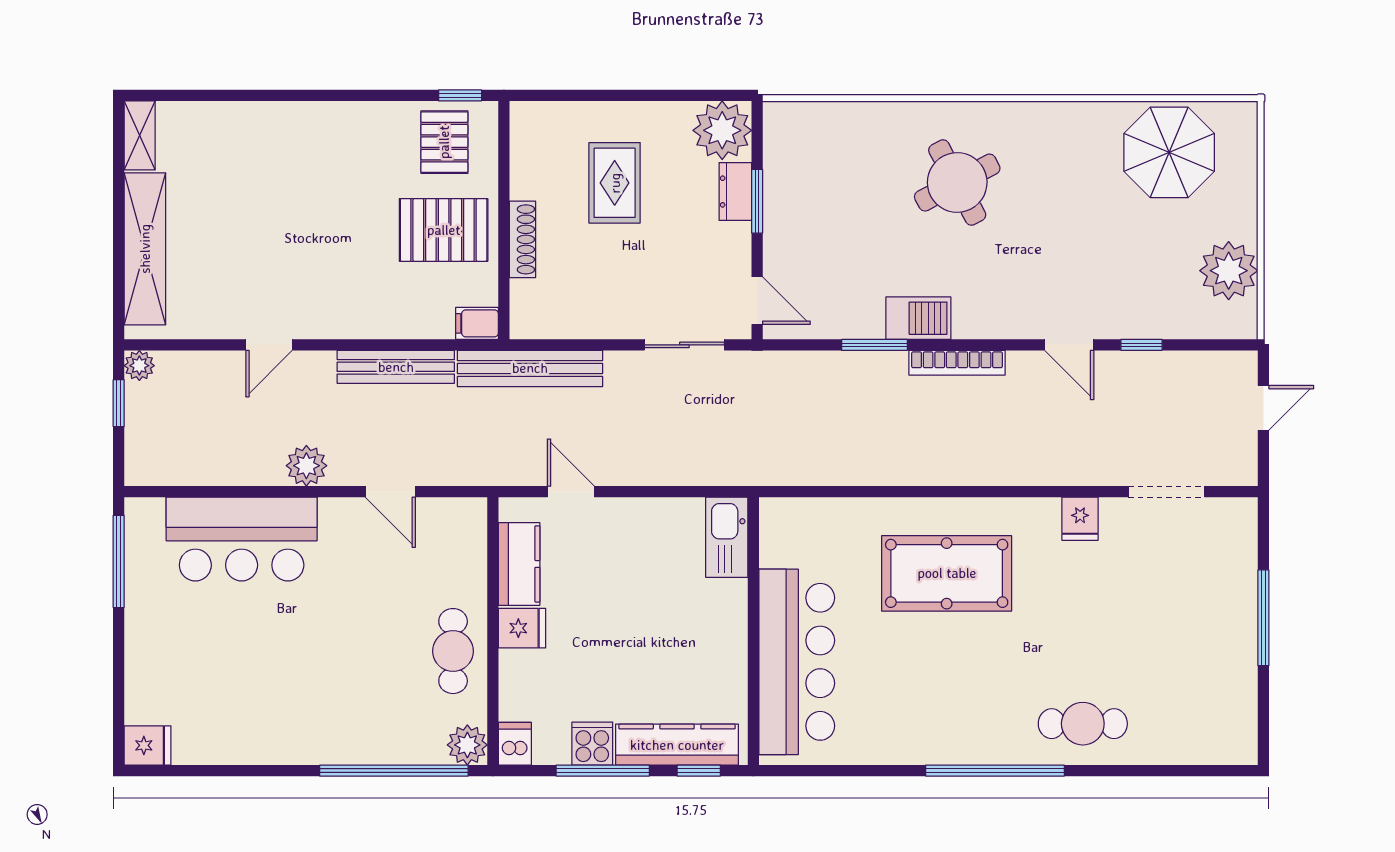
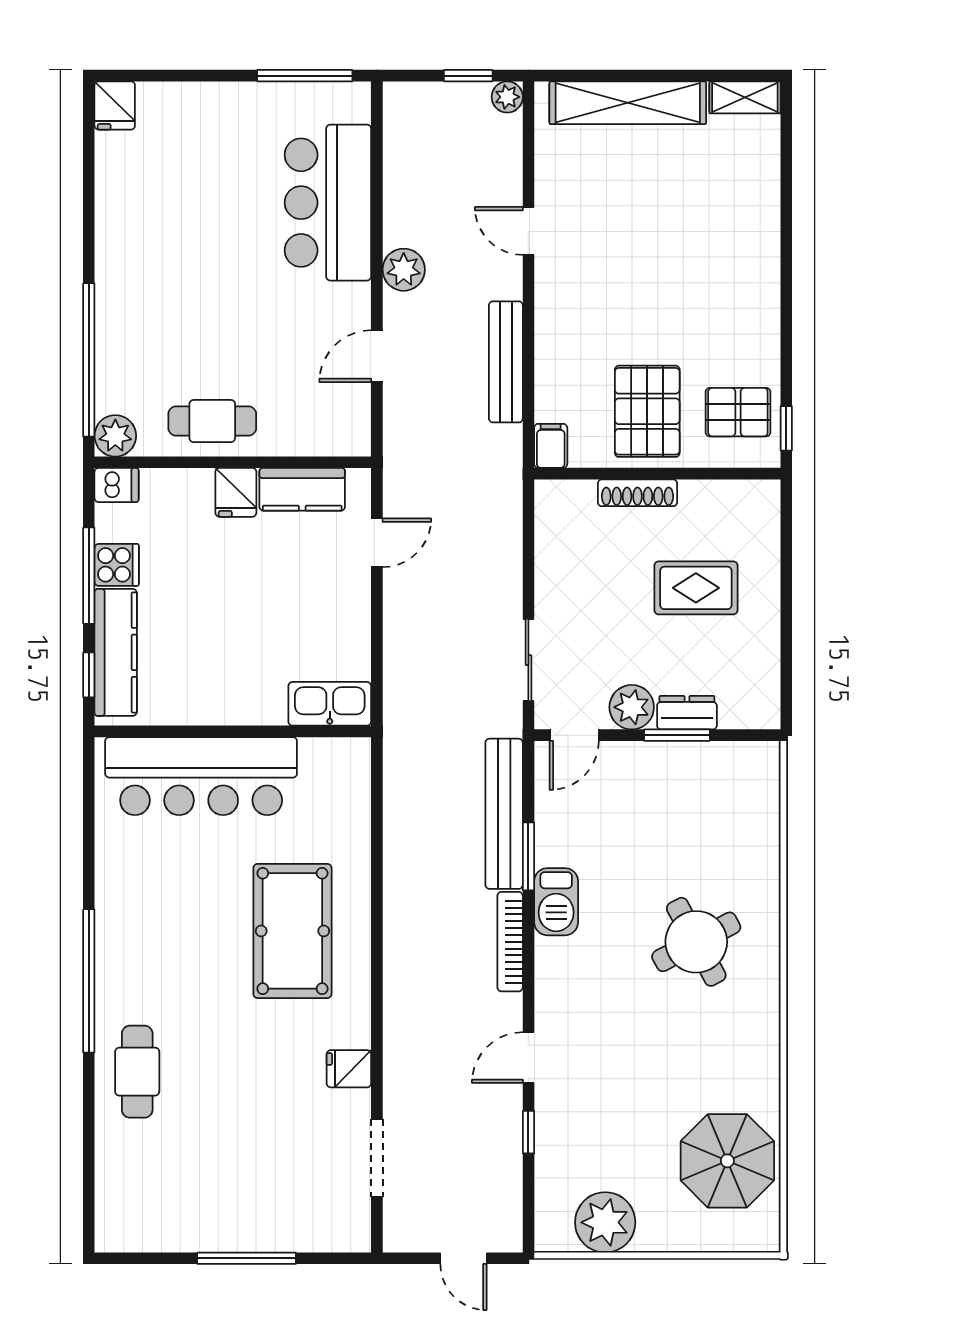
plant: (722, 130) -> (632, 707), moved, width x0.73, depth x0.73
bench: (530, 368) -> (504, 814), moved

